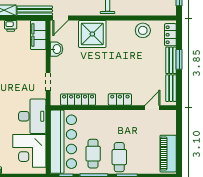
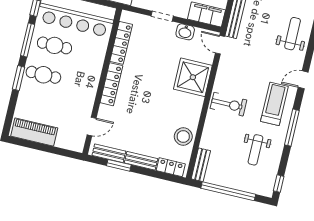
bench: (163, 11) -> (201, 165), added
window: (179, 59) -> (119, 165), moved
doorway: (48, 82) -> (162, 16), moved
locker: (120, 100) -> (111, 84), width x1.53
door: (152, 108) -> (92, 126), hinge flipped

